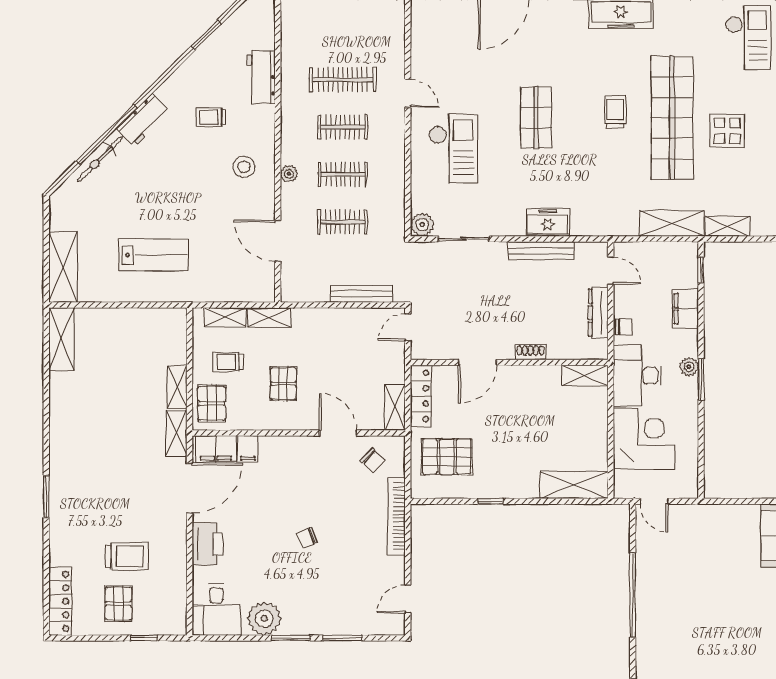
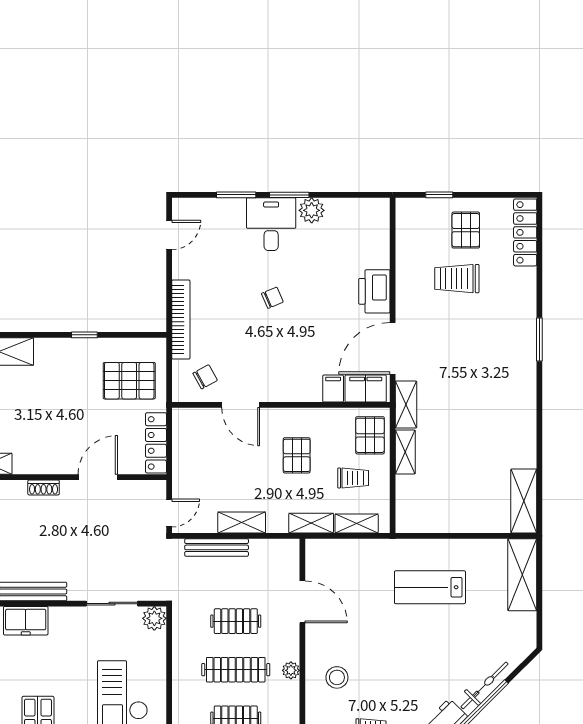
clothes rail: (343, 174) -> (236, 670), width x1.36
shelving: (395, 407) -> (242, 523), moved, turned 90
chair: (373, 460) -> (205, 377), turned 108
desk: (216, 609) -> (271, 224), moved
plant: (264, 618) -> (312, 210), width x0.73, depth x0.73

